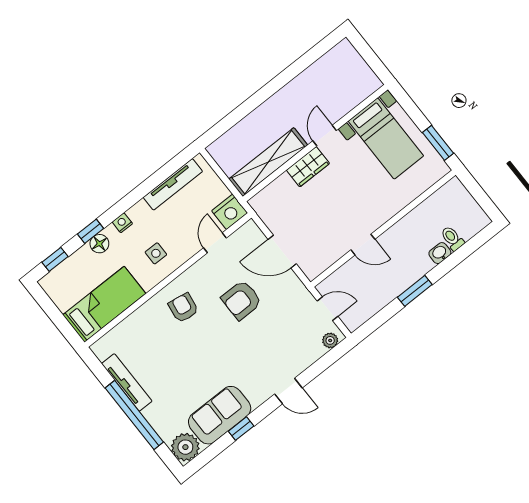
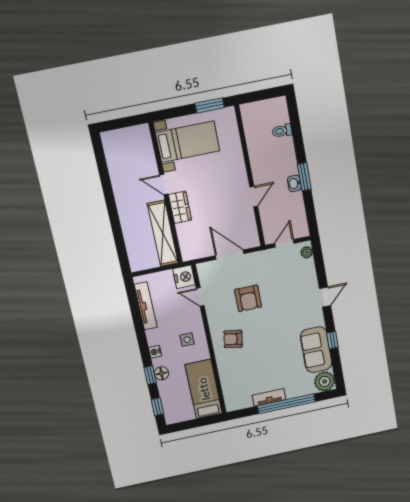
door: (282, 252) -> (230, 255), swing flipped
washbasin: (440, 253) -> (294, 183), moved
tv unit: (127, 382) -> (269, 397), width x0.71

